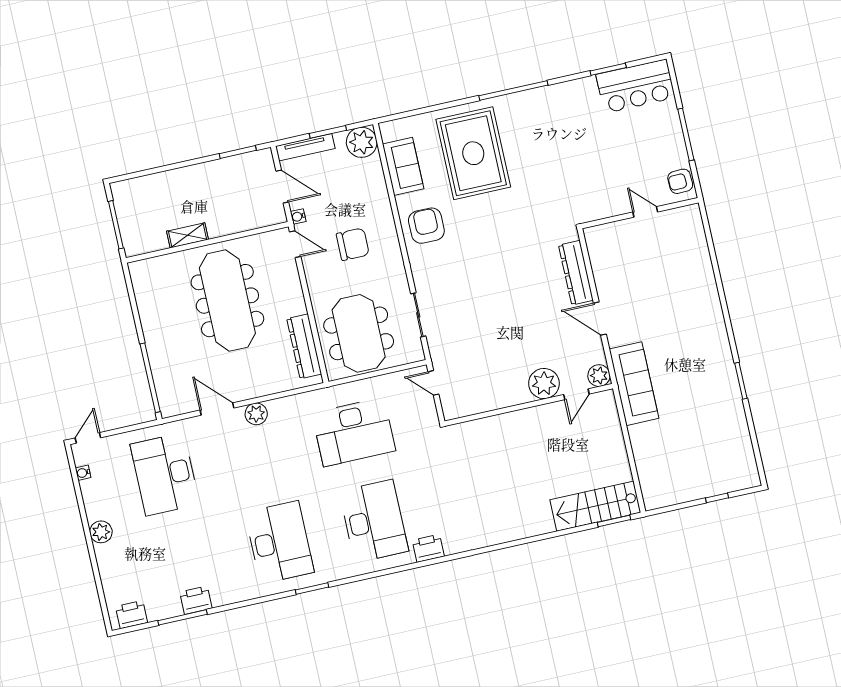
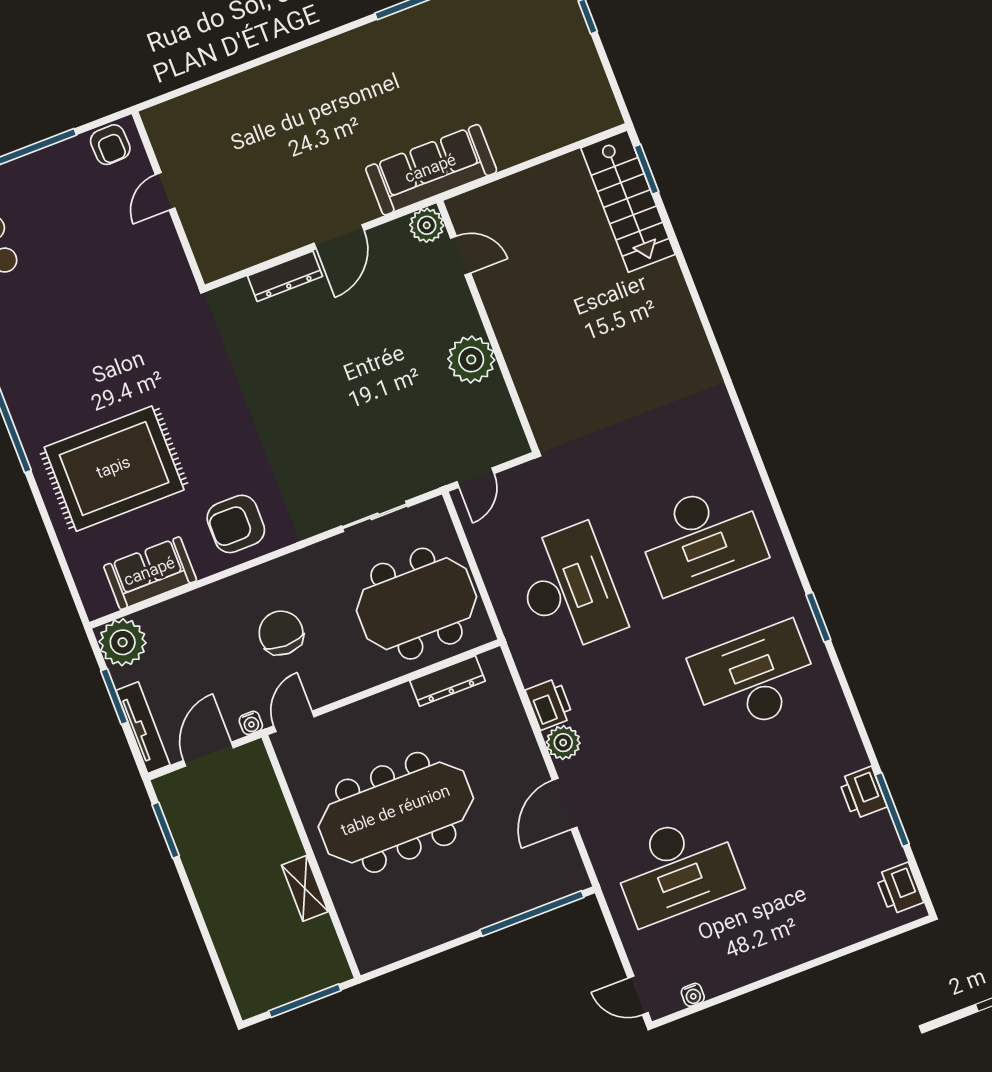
dresser: (576, 273) -> (285, 276), width x0.73, depth x0.80
dresser: (304, 346) -> (447, 681), width x0.73, depth x0.80
plant: (544, 384) -> (471, 359), moved
desk: (374, 521) -> (701, 538), turned 180
plant: (101, 532) -> (780, 954), removed
printer: (428, 548) -> (549, 704), moved, turned 180

